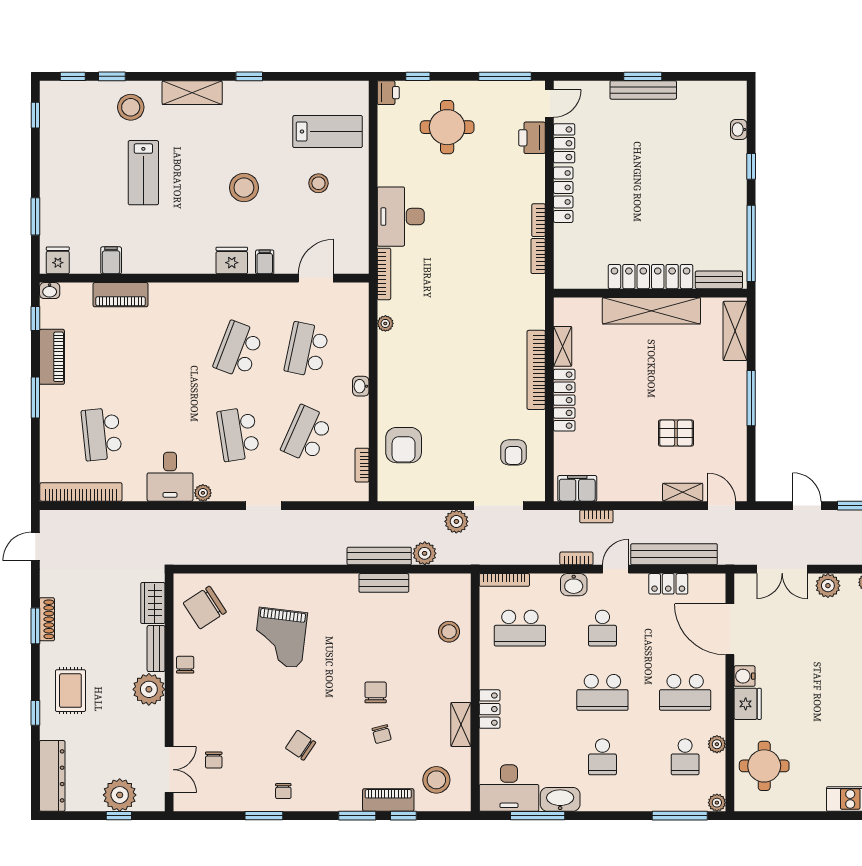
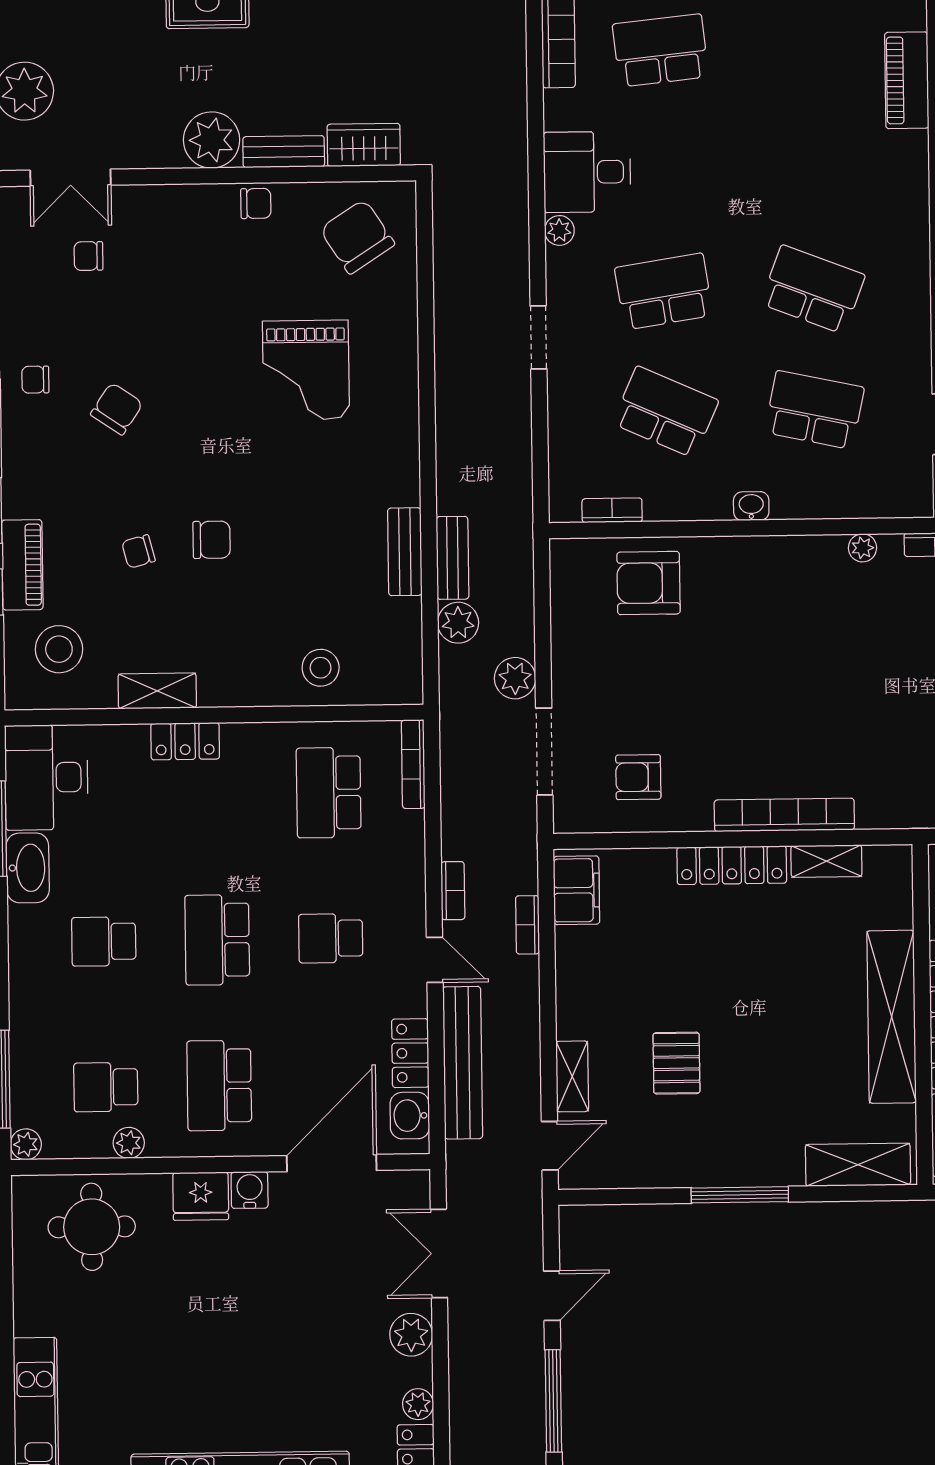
bench: (379, 556) -> (452, 558), width x0.73
washbasin: (574, 585) -> (410, 1116), moved
grand piano: (280, 638) -> (306, 370), turned -97

